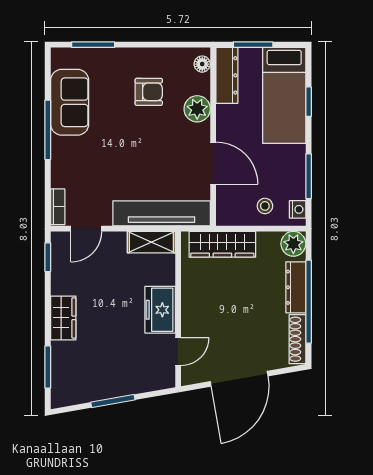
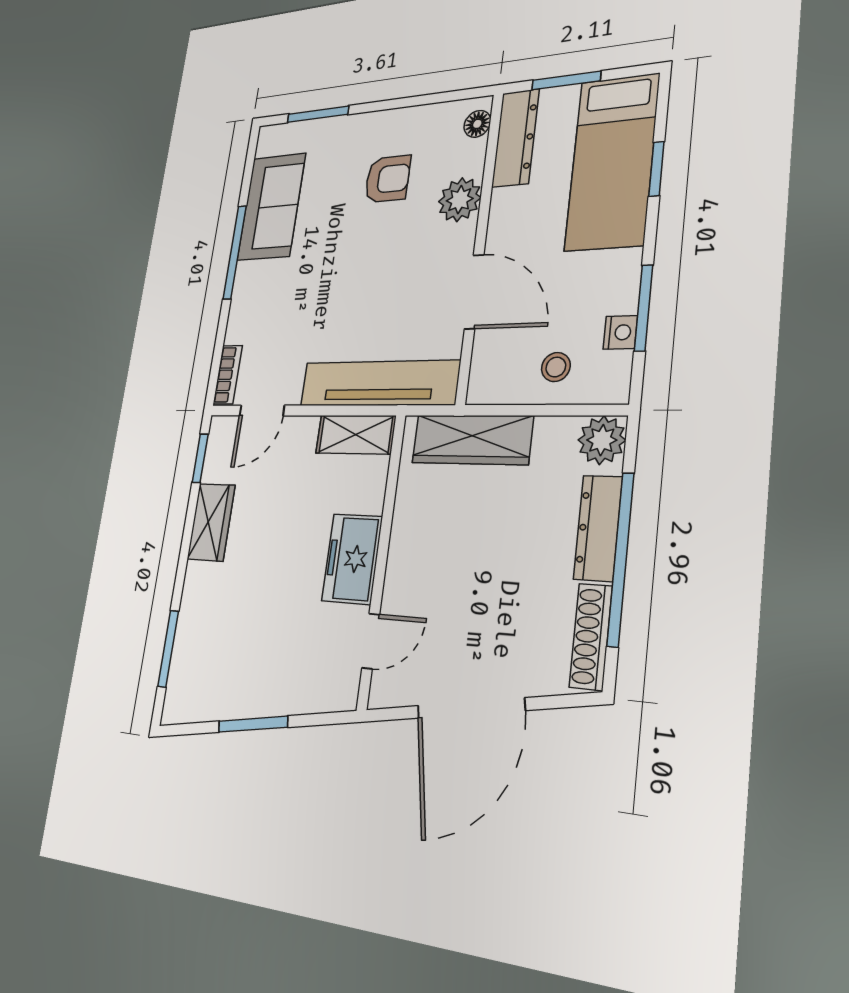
nightstand: (298, 209) -> (620, 332), moved
wardrobe: (63, 318) -> (211, 522), moved

